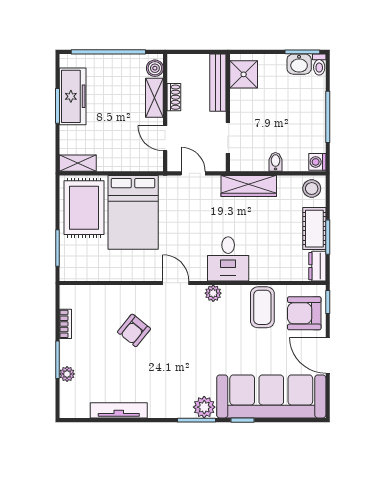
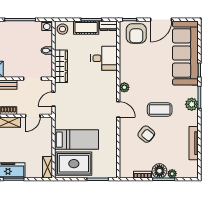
bed: (133, 212) -> (77, 140), width x0.67
desk: (228, 259) -> (104, 58), moved
door: (176, 283) -> (118, 109), swing flipped
coffee table: (262, 307) -> (160, 110), moved
floor lamp: (72, 353) -> (159, 171), added
plant: (204, 407) -> (192, 104), moved

